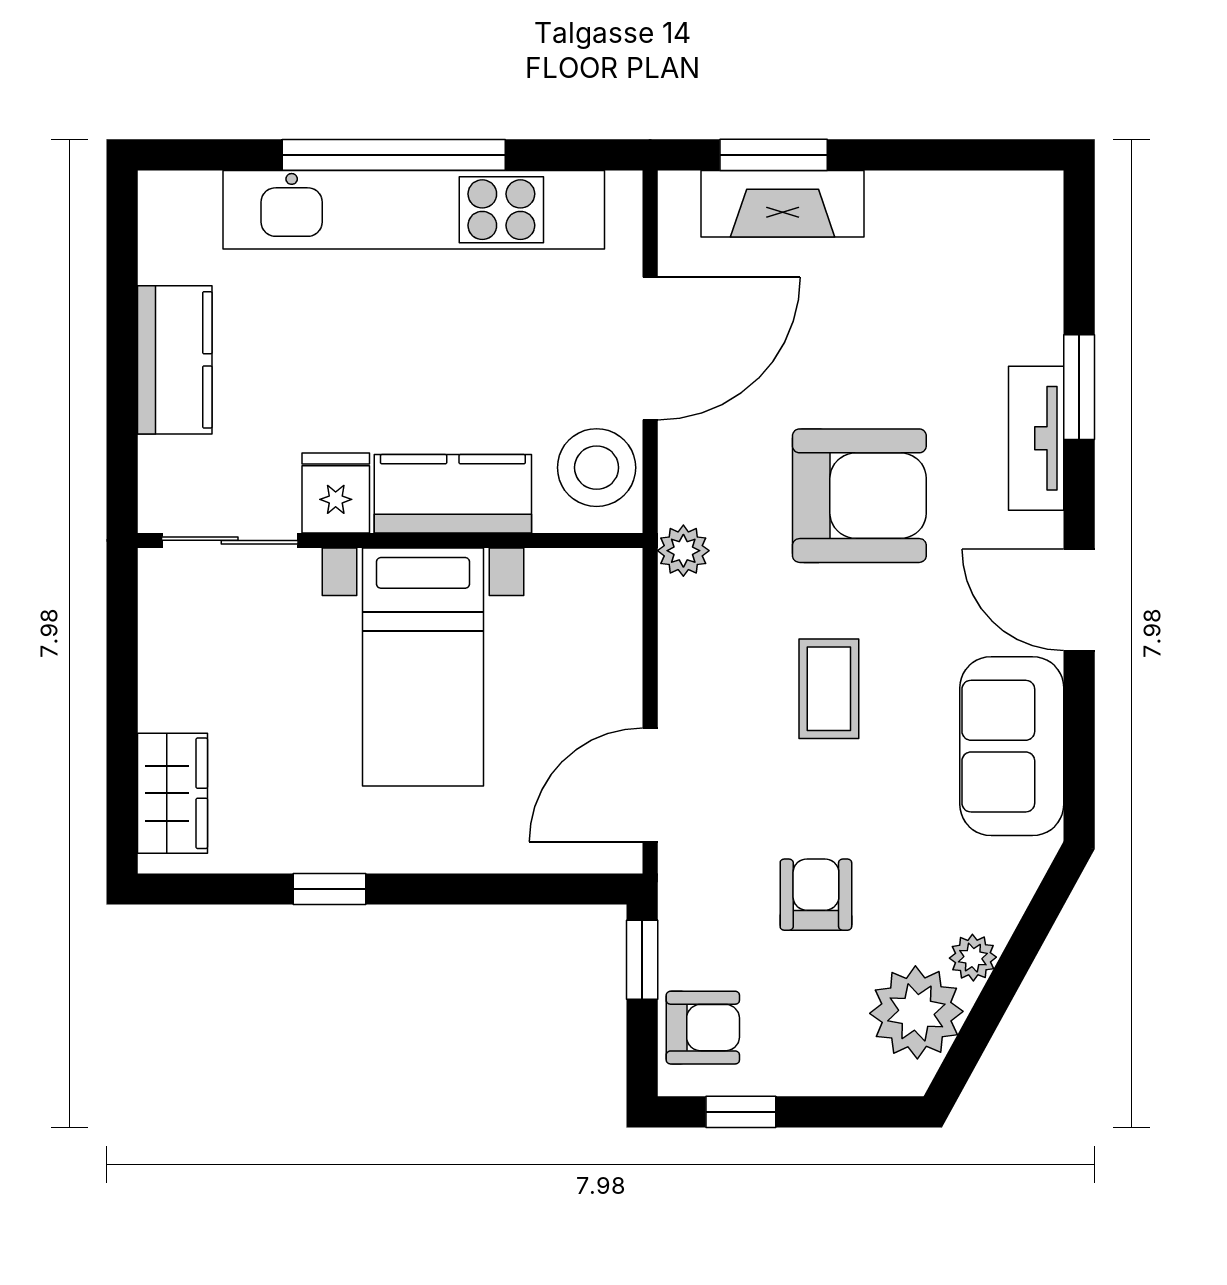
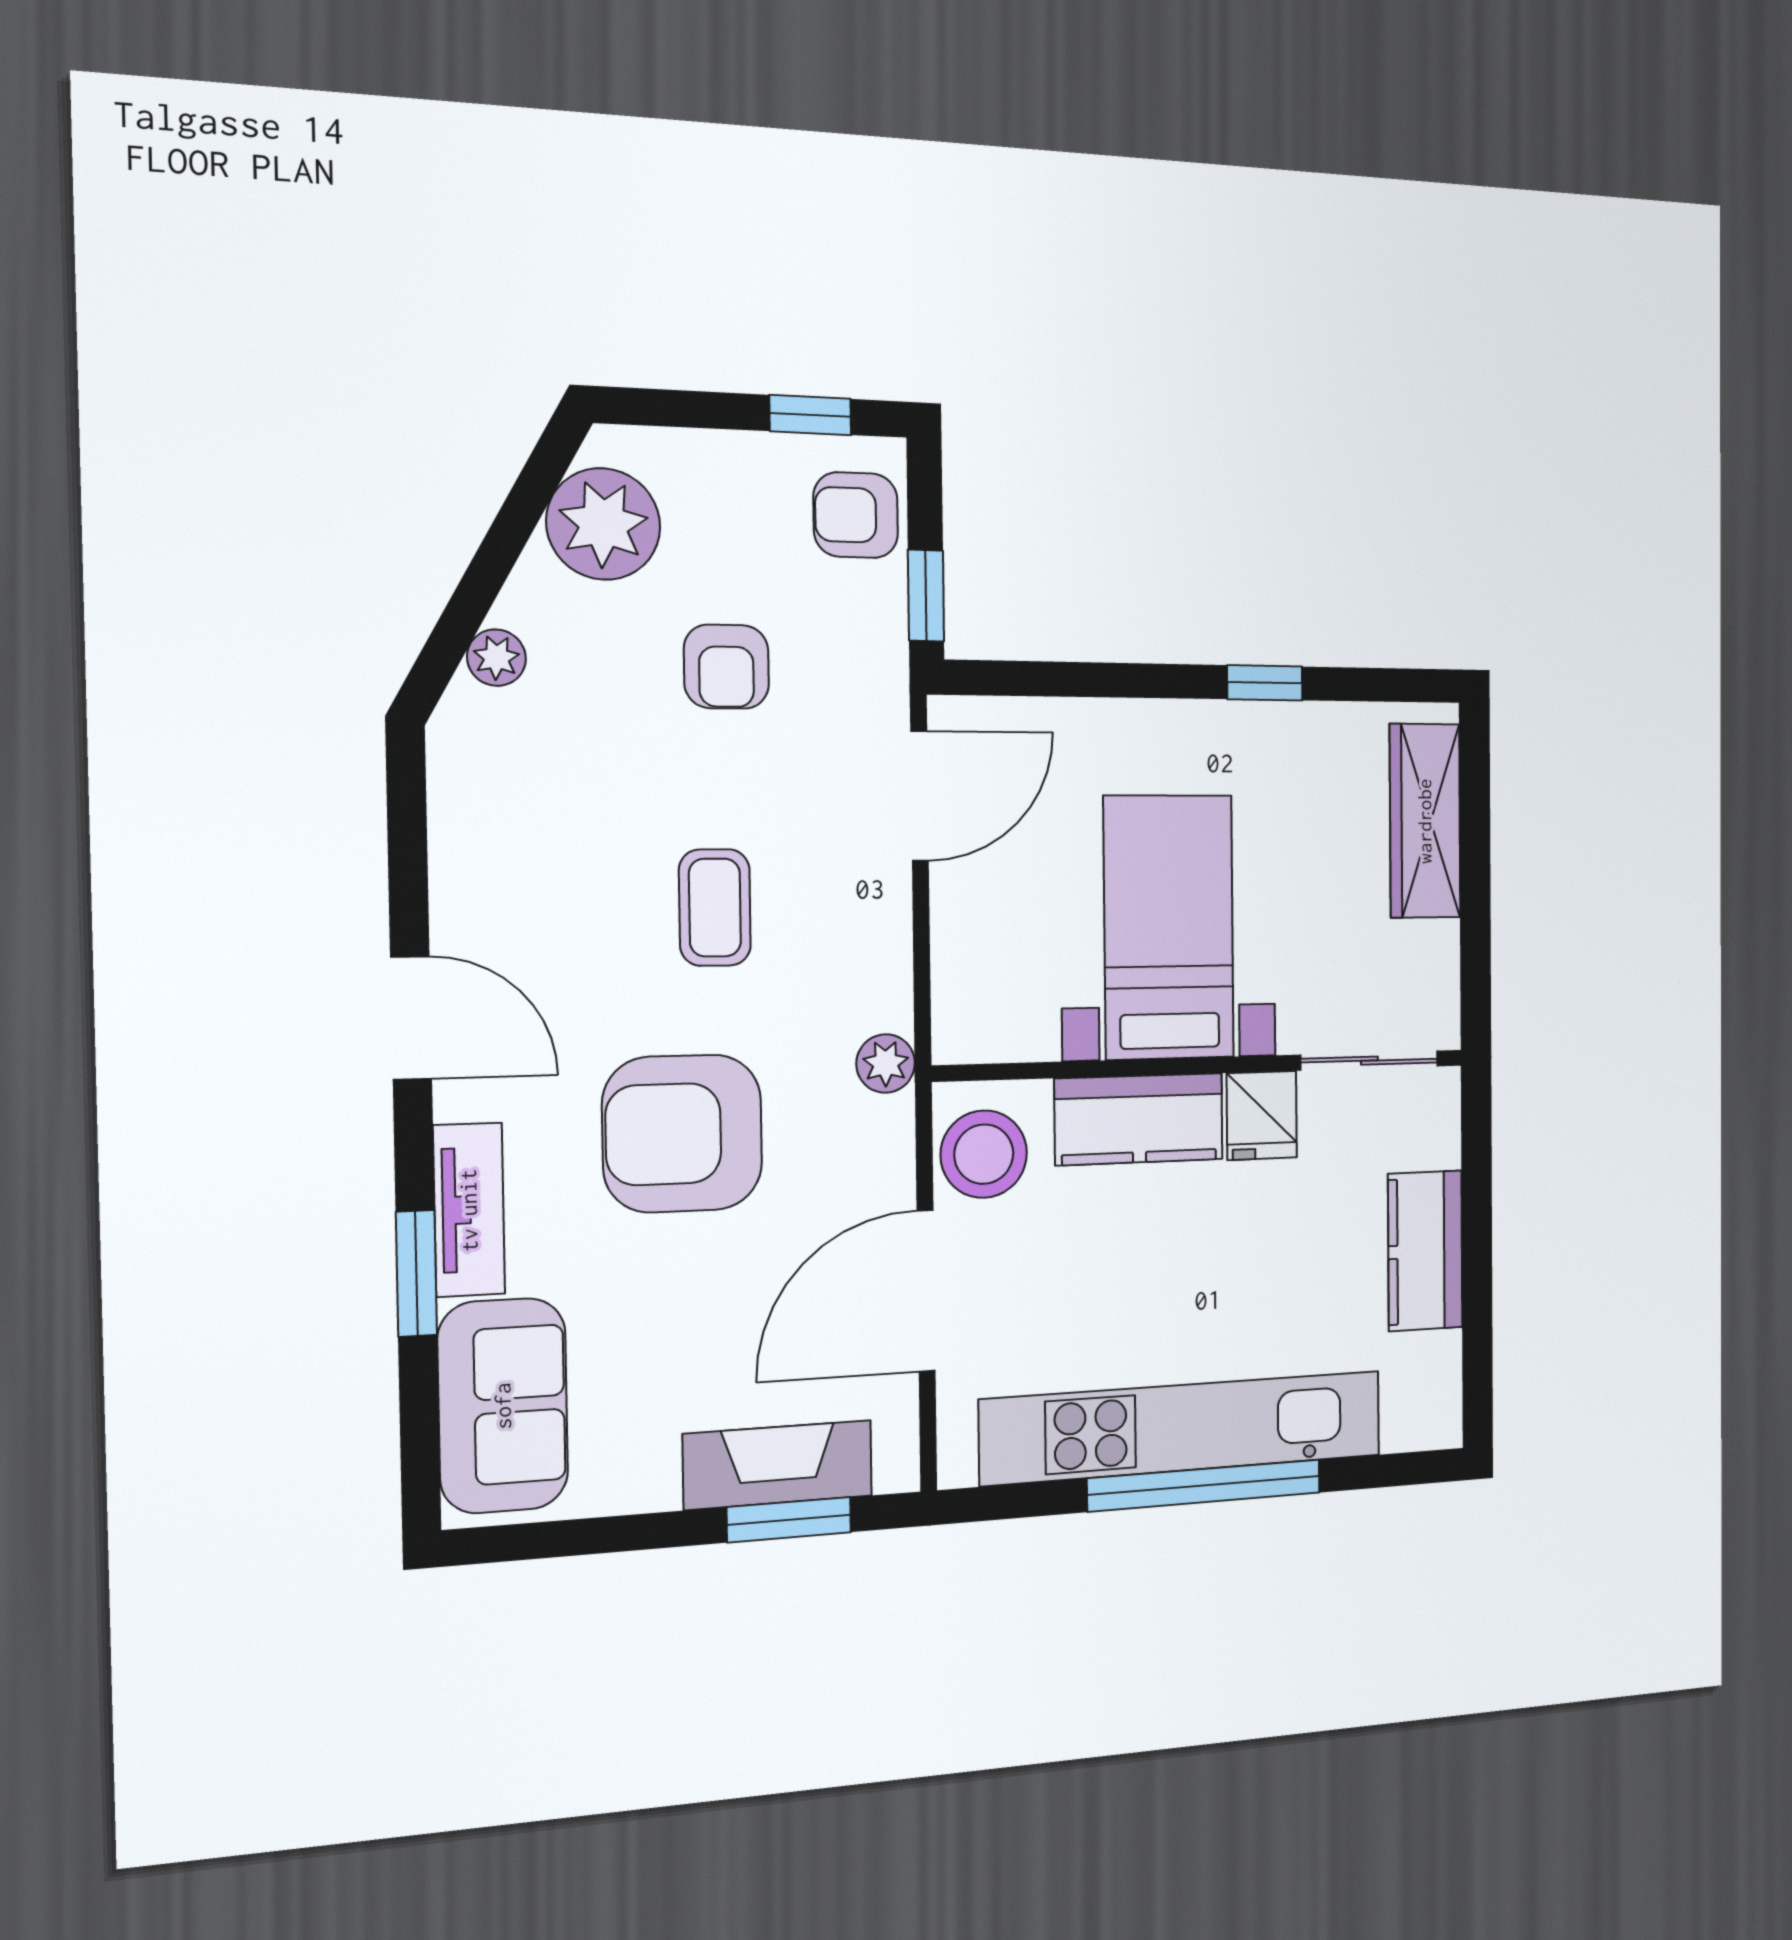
sofa: (1012, 746) -> (503, 1406), moved
wardrobe: (172, 793) -> (1425, 821), width x1.50
plant: (973, 958) -> (496, 658), moved

